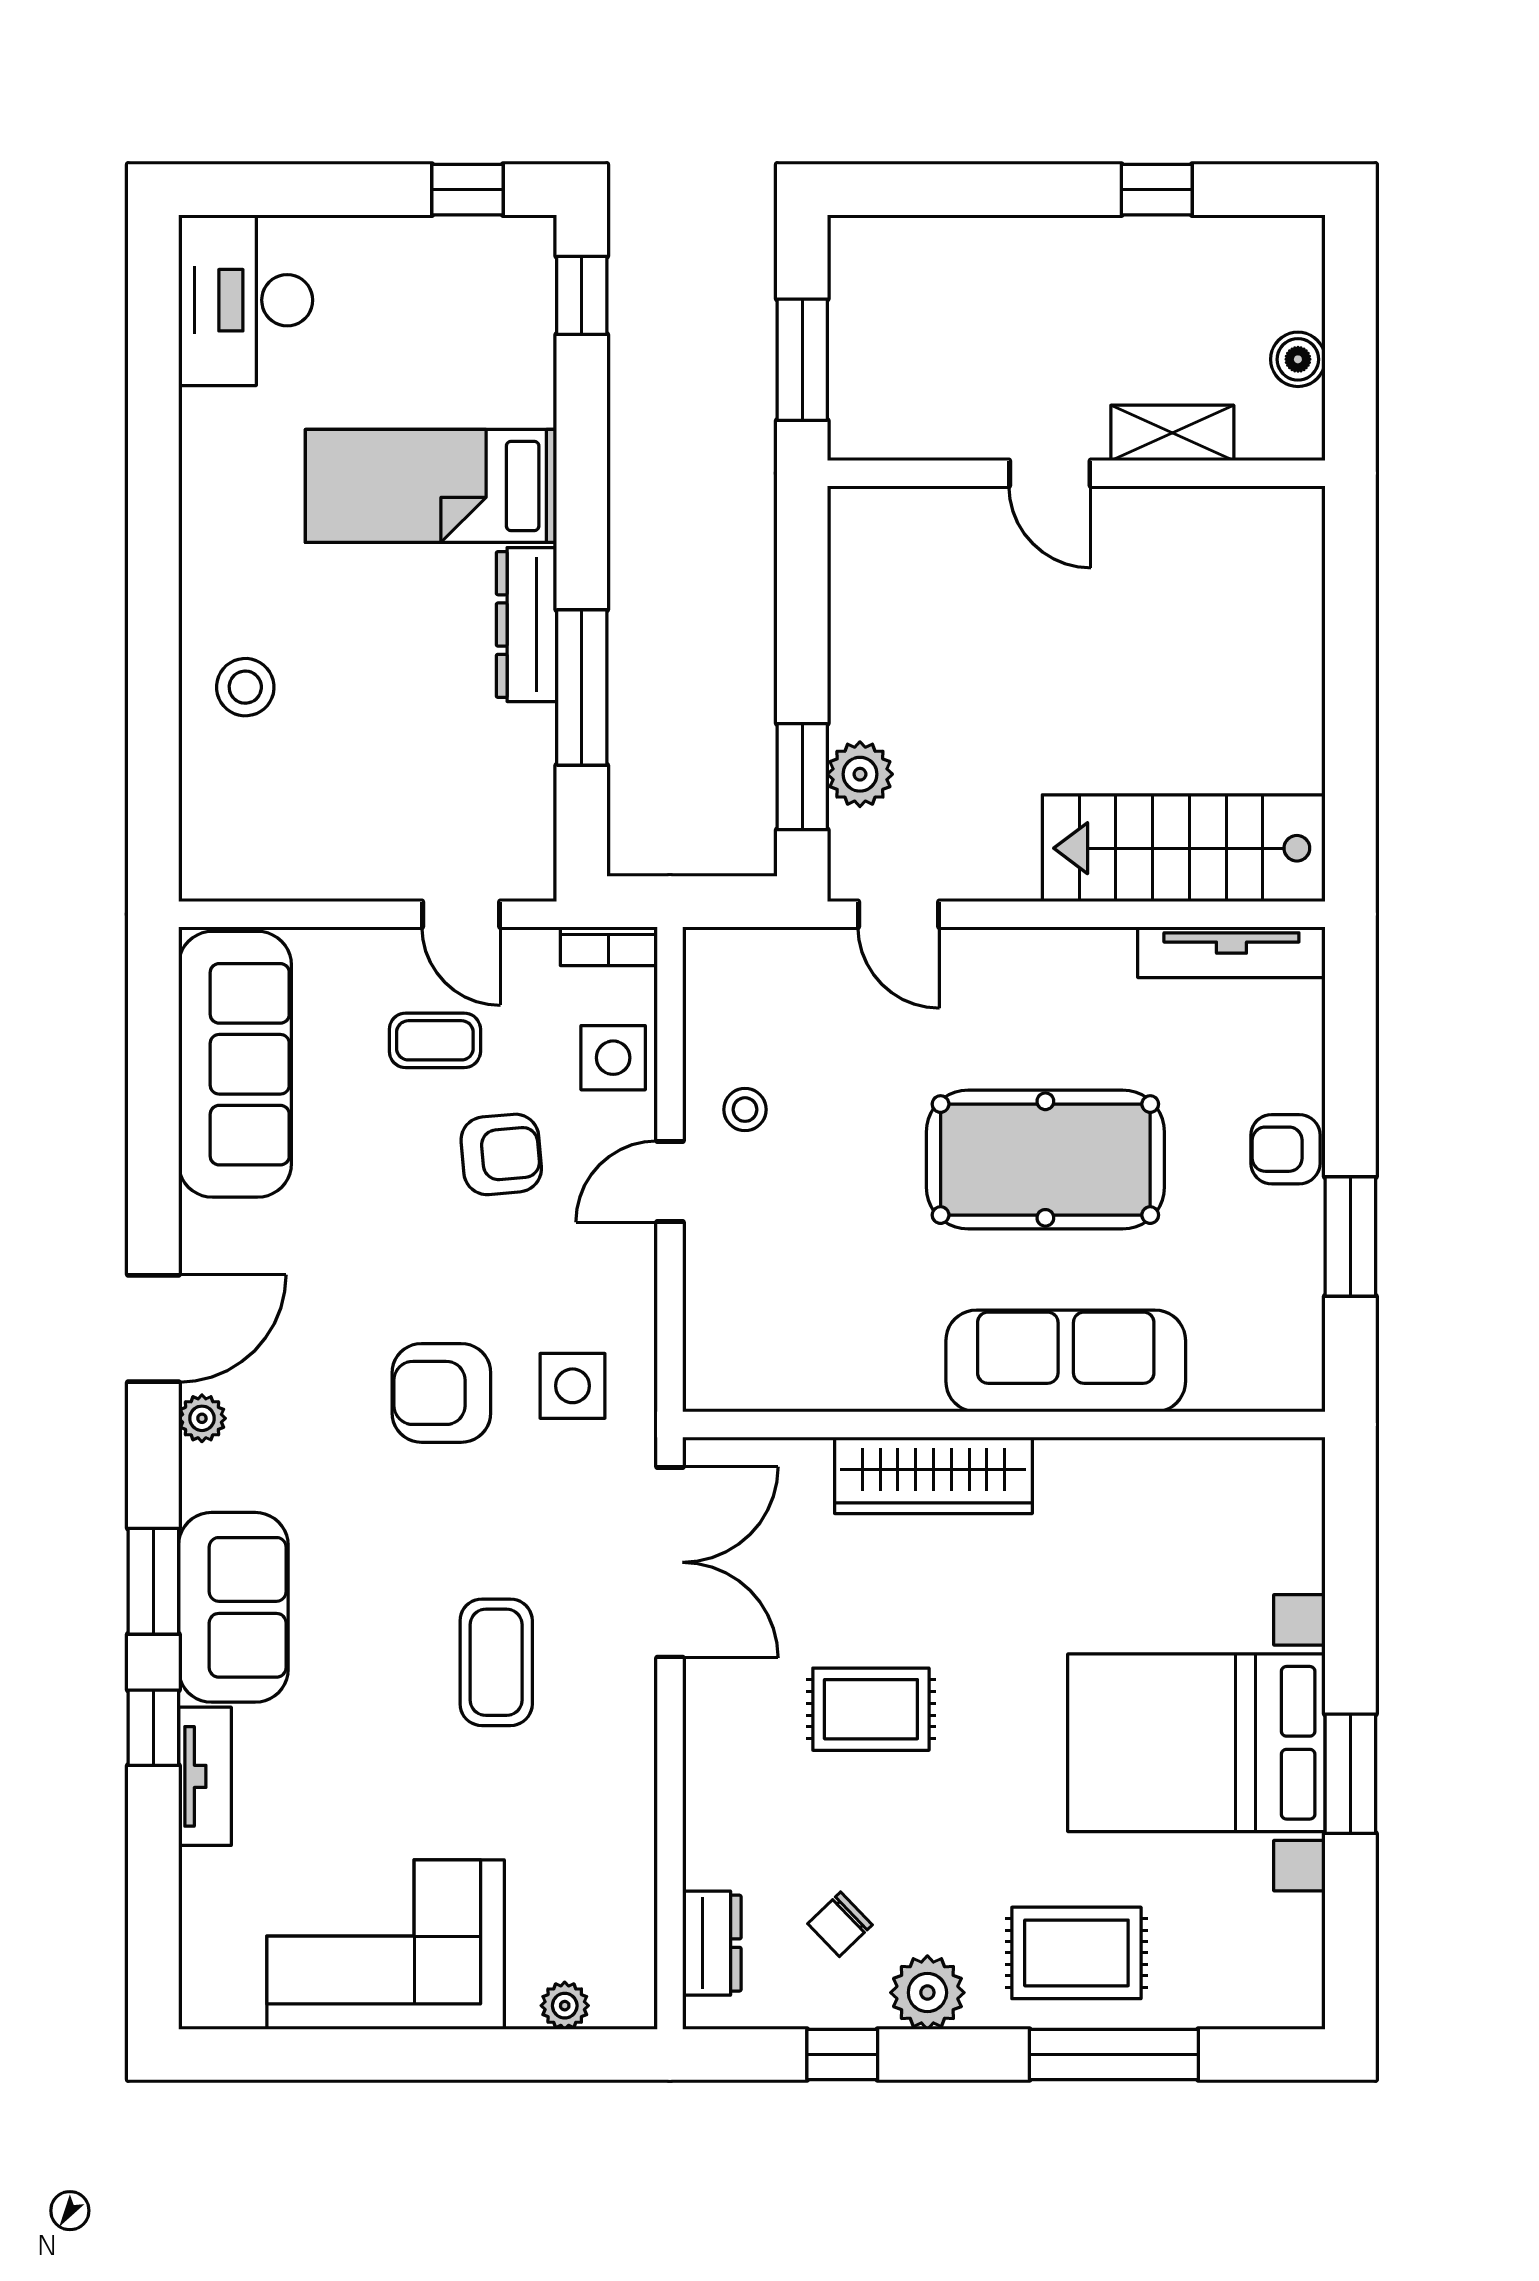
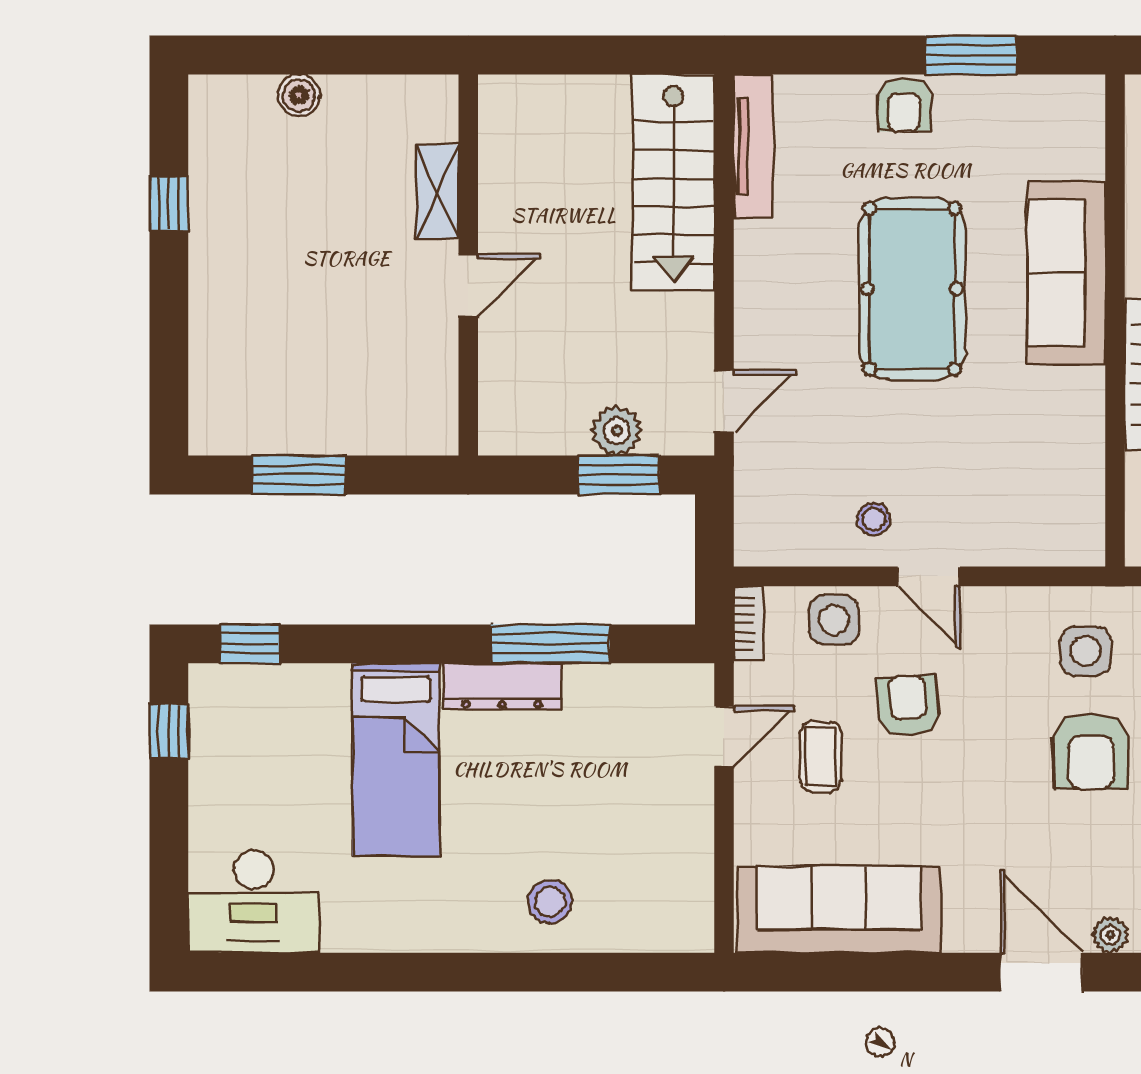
shelving: (1172, 433) -> (437, 191), moved
door: (1050, 473) -> (468, 285), moved
wall: (1076, 473) -> (468, 265), moved

